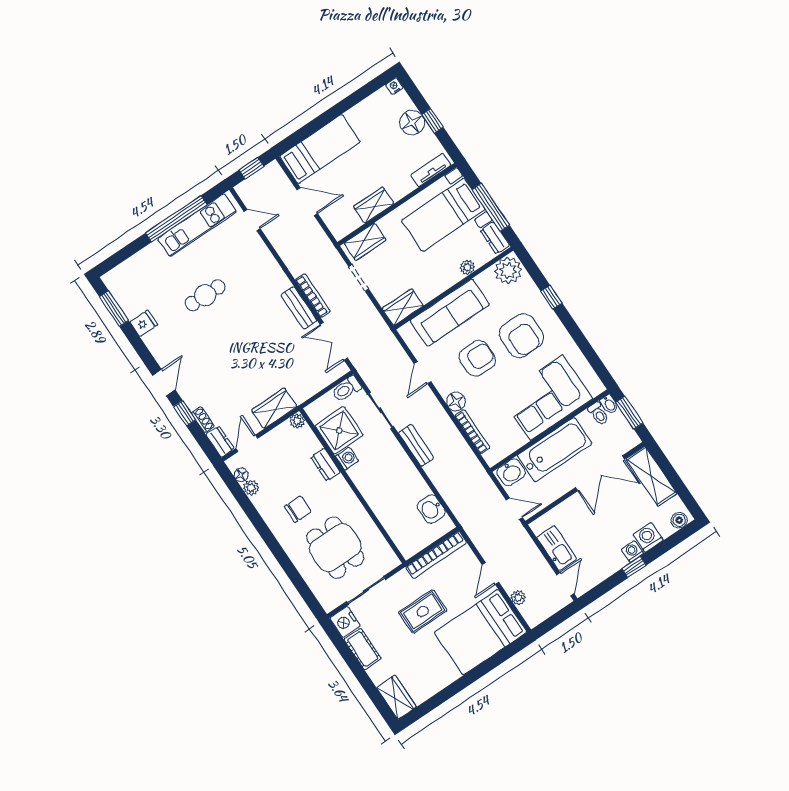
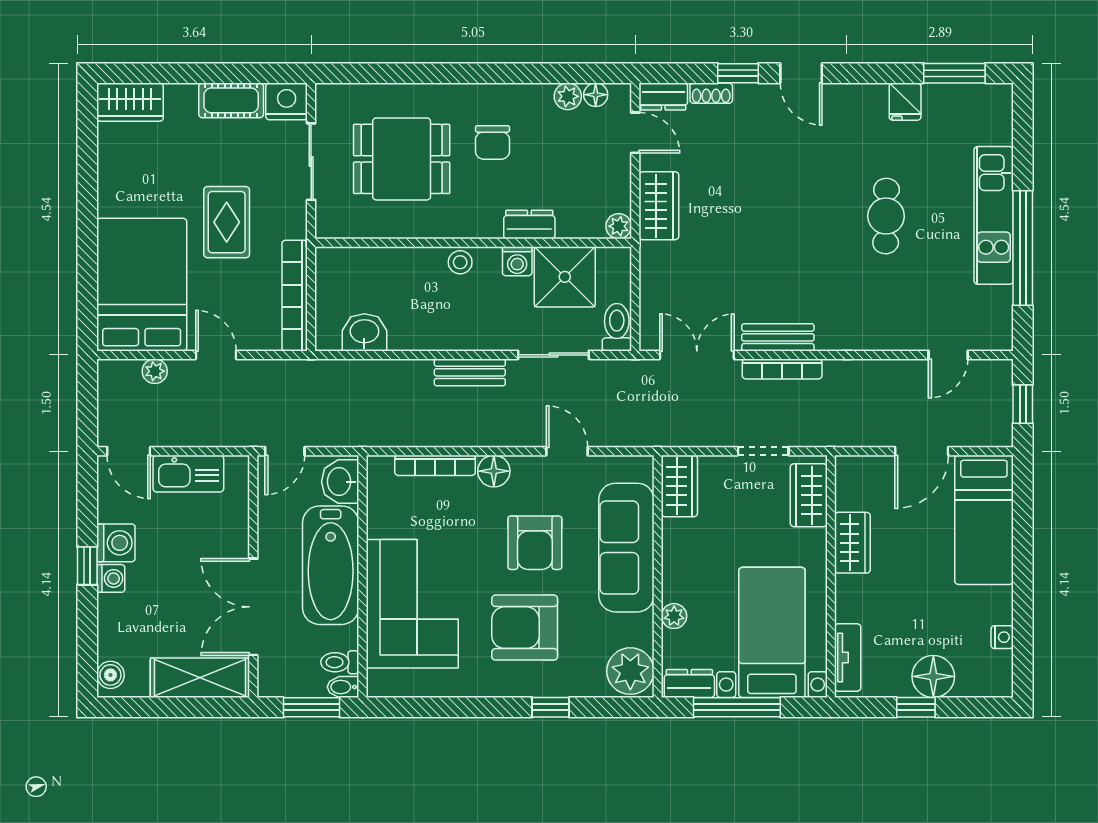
nightstand: (394, 86) -> (1002, 637), moved
kitchen unit: (197, 225) -> (994, 215), moved
stool: (366, 486) -> (460, 262), added
washing machine: (648, 537) -> (116, 543), moved

